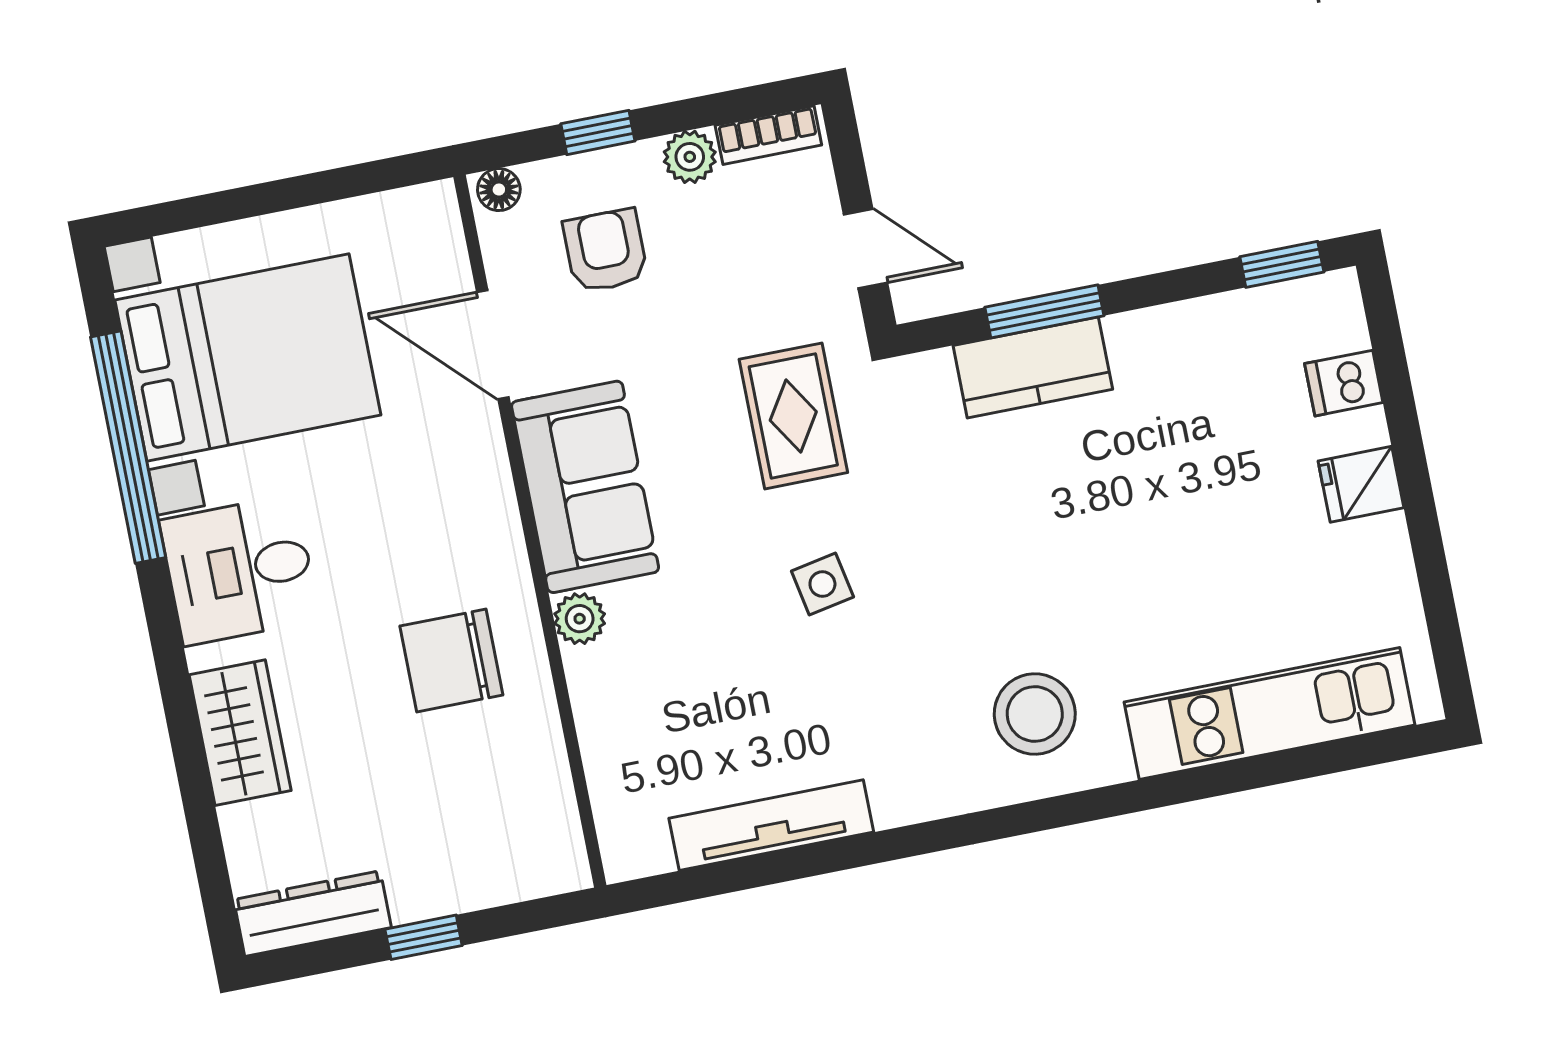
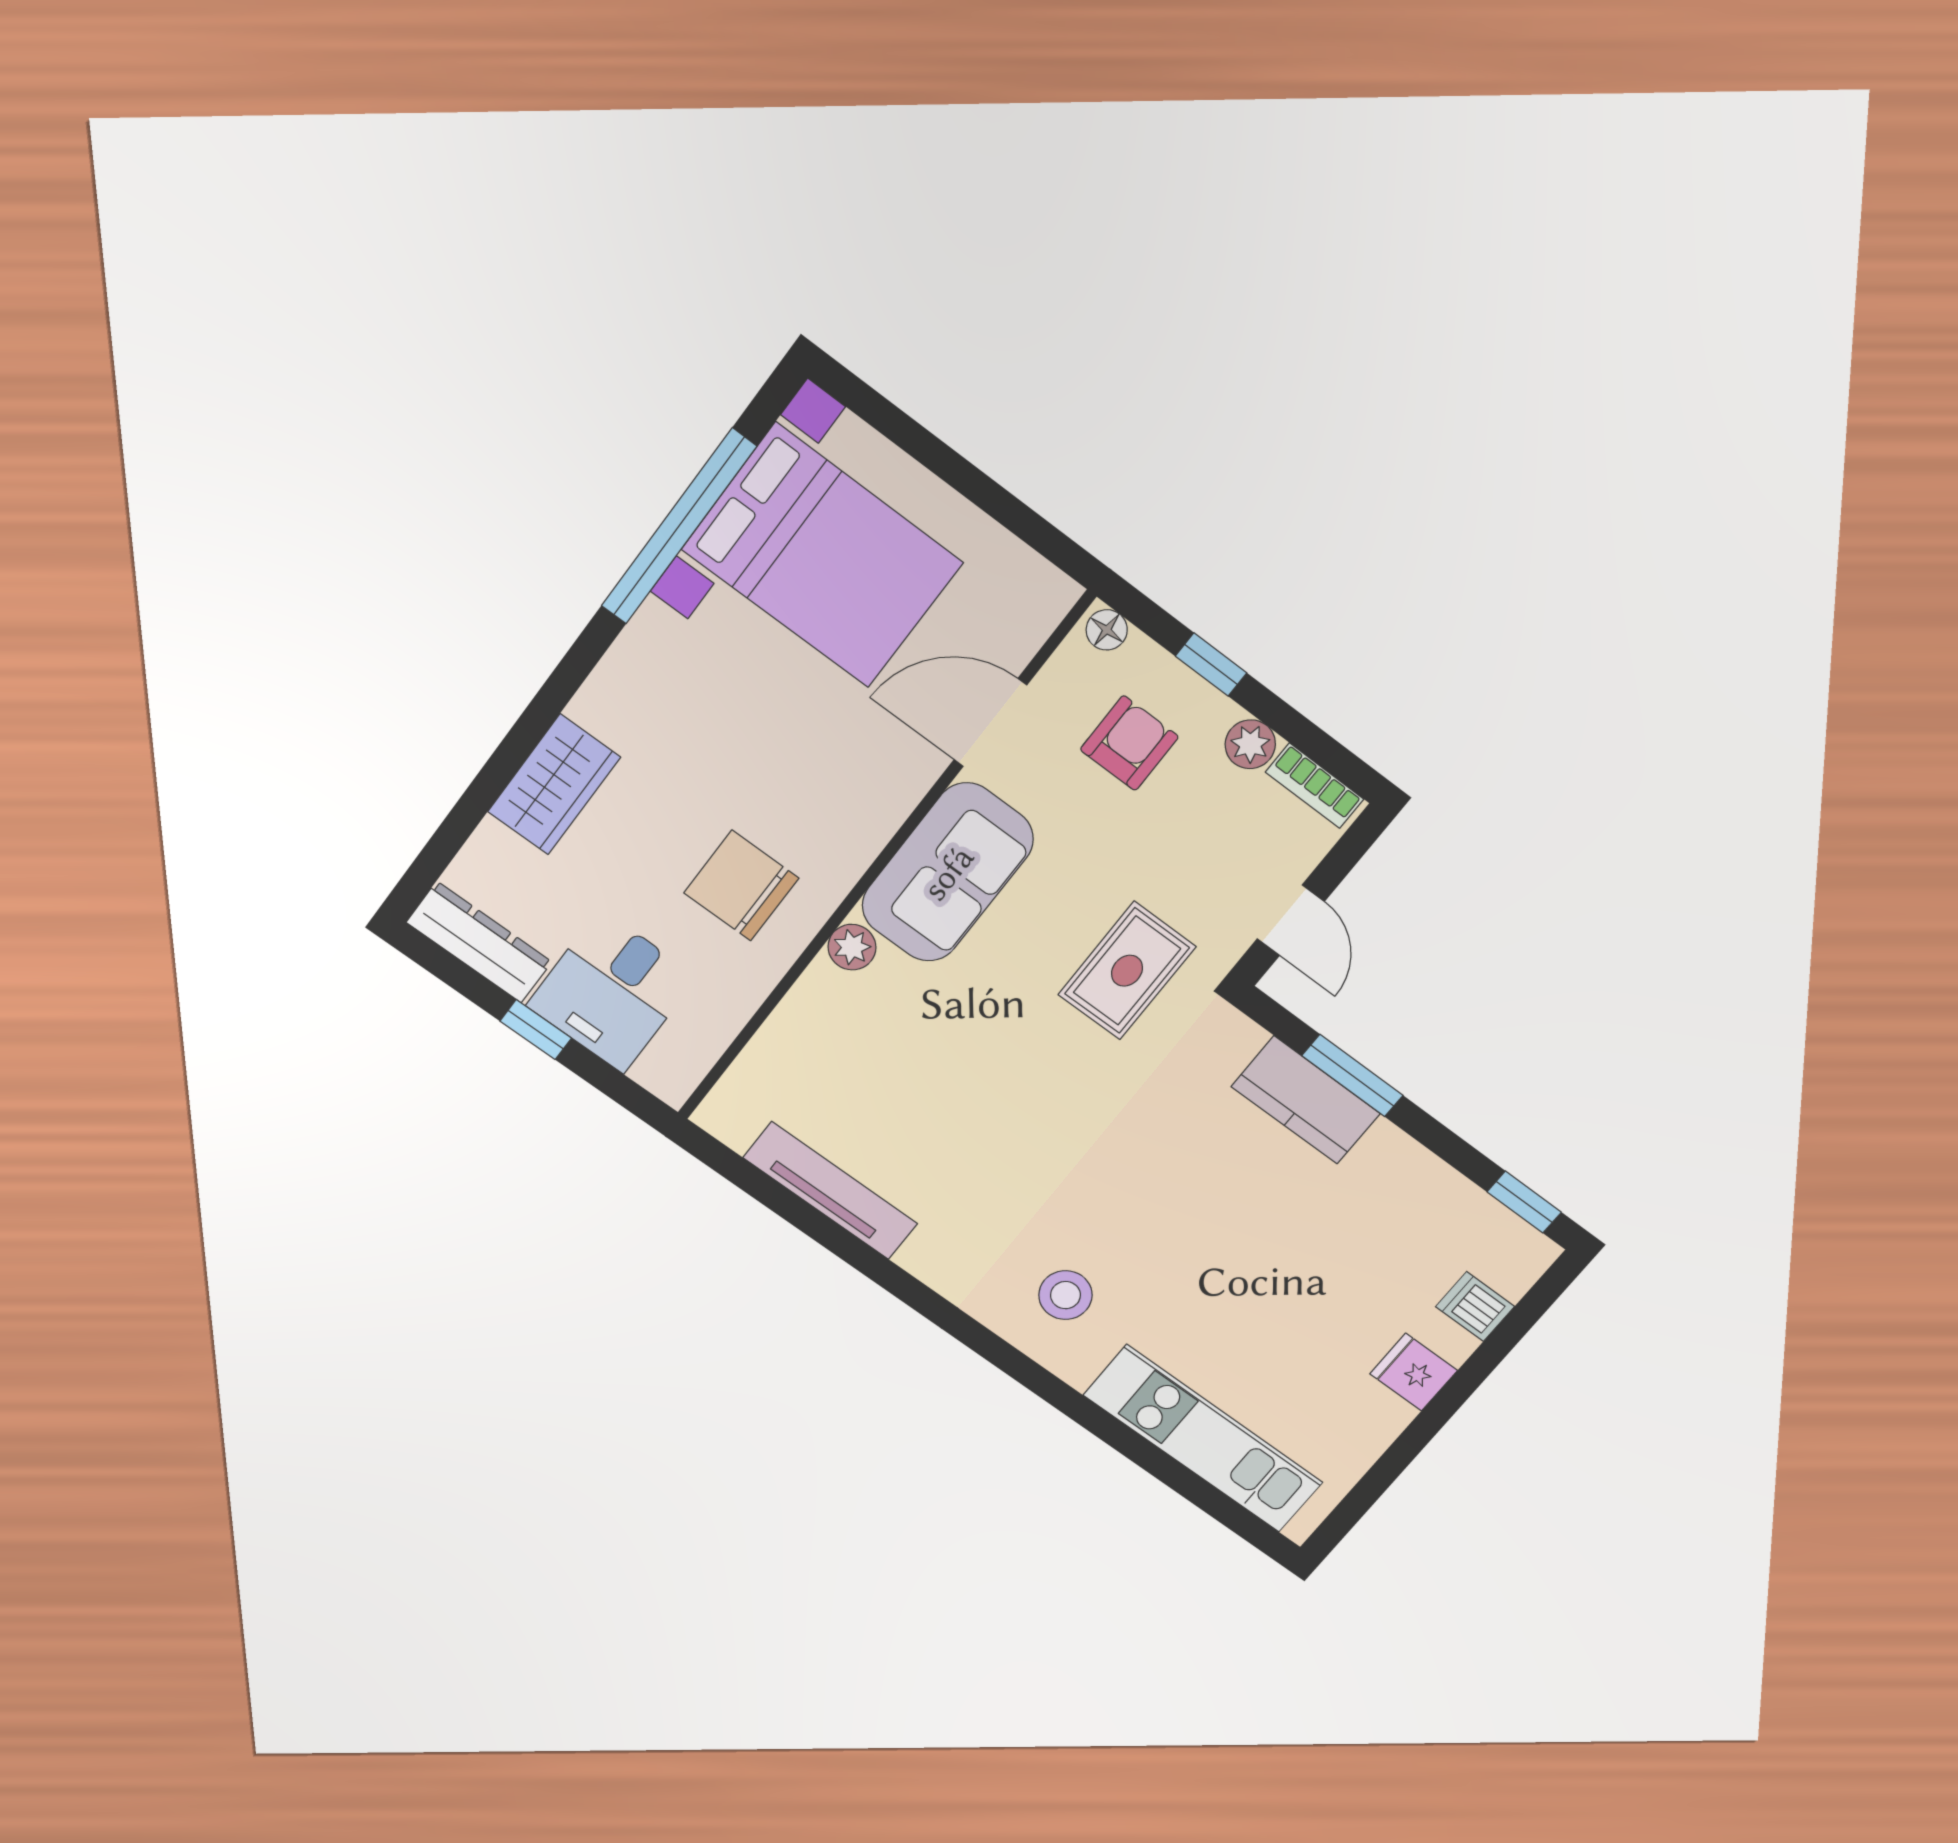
door: (493, 345) -> (990, 722), hinge flipped
desk: (240, 570) -> (612, 991), moved, turned -90
side table: (822, 584) -> (1027, 1087), removed
stool: (1035, 714) -> (1065, 1295), width x0.73, depth x0.73

